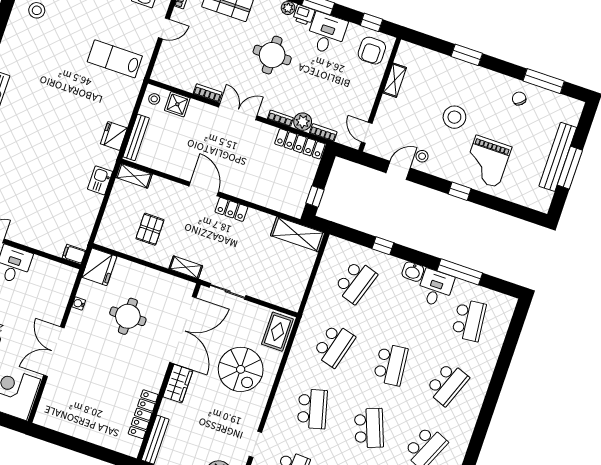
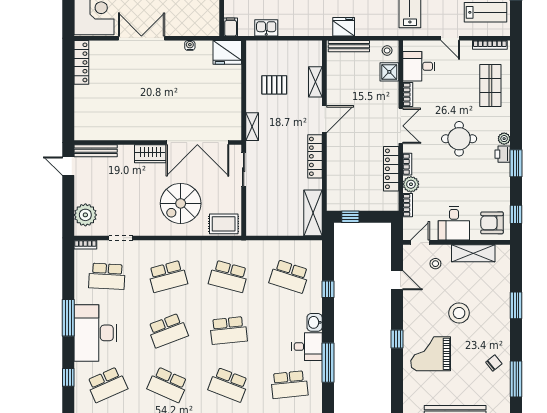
desk: (327, 34) -> (454, 223), moved, turned 90
desk: (182, 71) -> (419, 66), added
shelving: (395, 80) -> (473, 253), width x1.50, depth x1.33
locker: (300, 144) -> (391, 169), moved
stool: (422, 156) -> (435, 264), moved
shelving: (134, 176) -> (315, 82), moved
kitchen sink: (100, 180) -> (266, 28), moved
locker: (231, 209) -> (315, 156), width x1.53
round table: (128, 316) -> (193, 91), removed
locker: (143, 414) -> (81, 62), moved, turned 90

